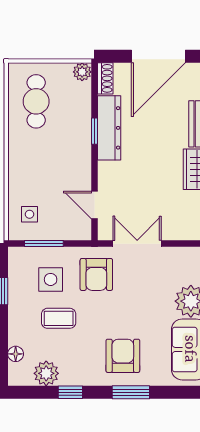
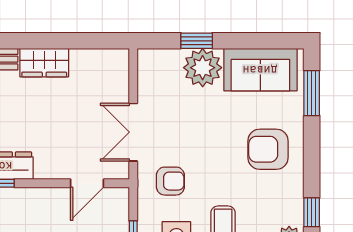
armchair: (96, 274) -> (170, 181), width x0.72, depth x0.72
window: (131, 392) -> (312, 93), moved

